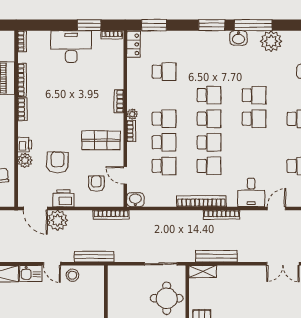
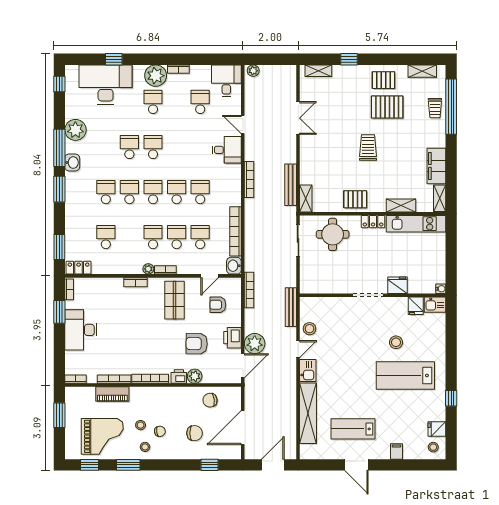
school desk: (209, 72) -> (106, 192), added
bookcase: (22, 109) -> (150, 379), width x1.56
bookcase: (201, 201) -> (236, 231), moved

